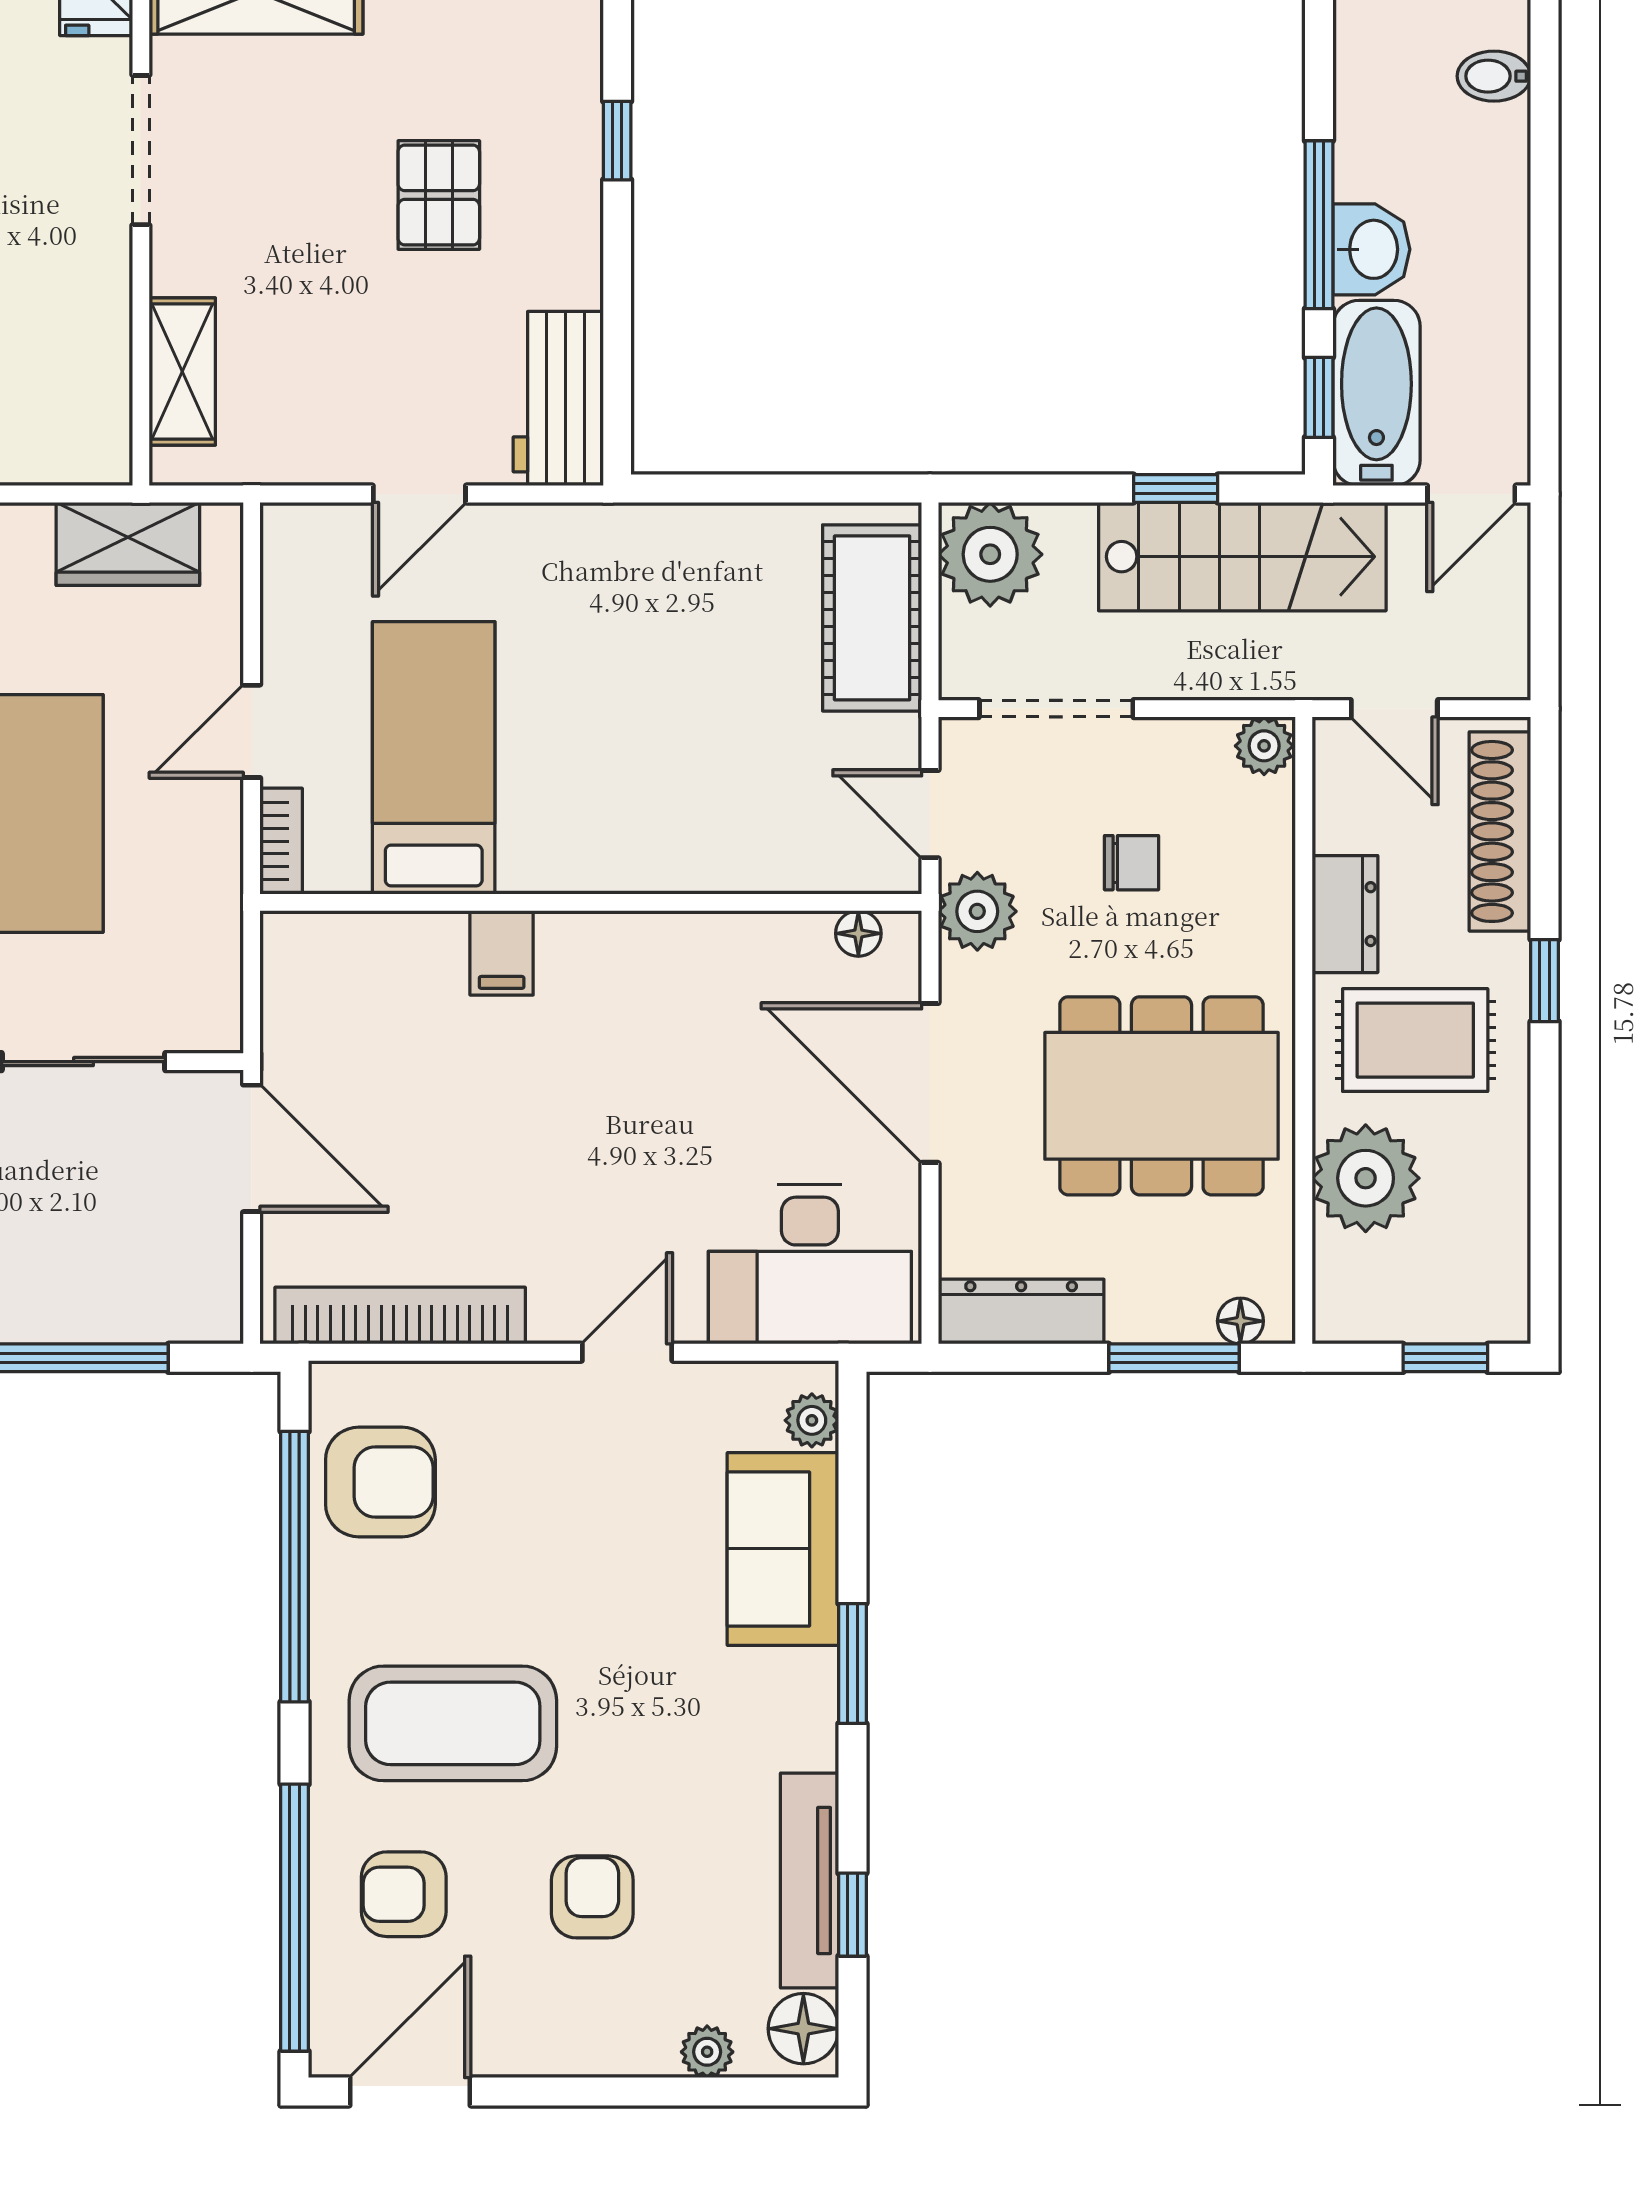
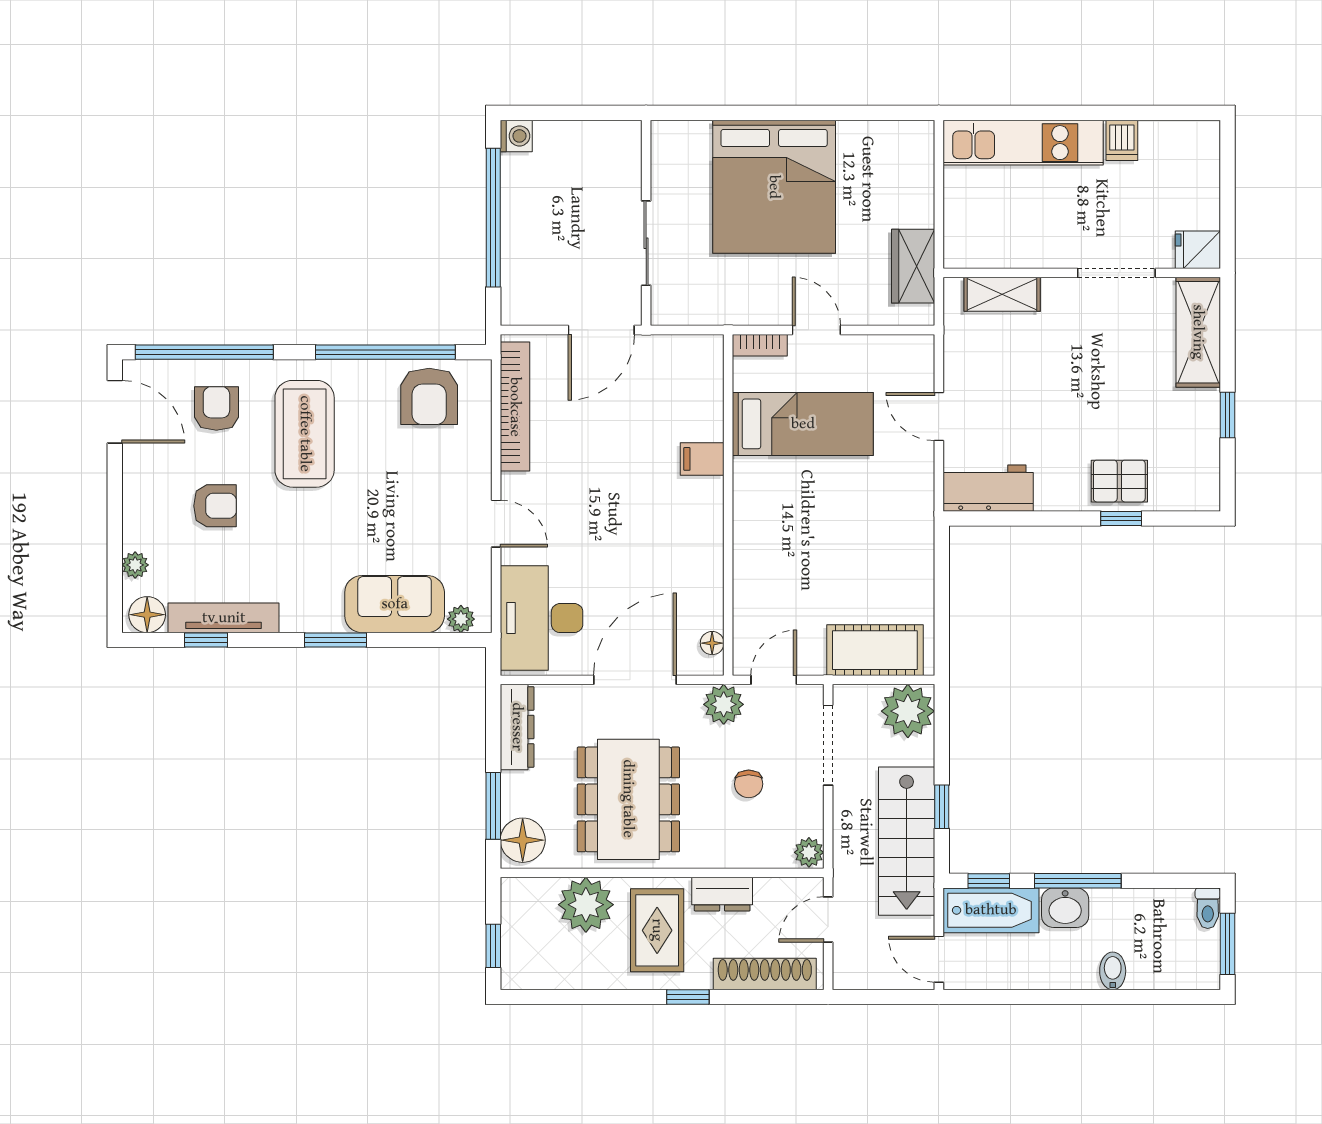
bidet: (1494, 76) -> (1113, 971), moved
pallet: (439, 195) -> (1119, 481), moved
floor lamp: (1240, 1321) -> (523, 840), width x1.89, depth x1.89

